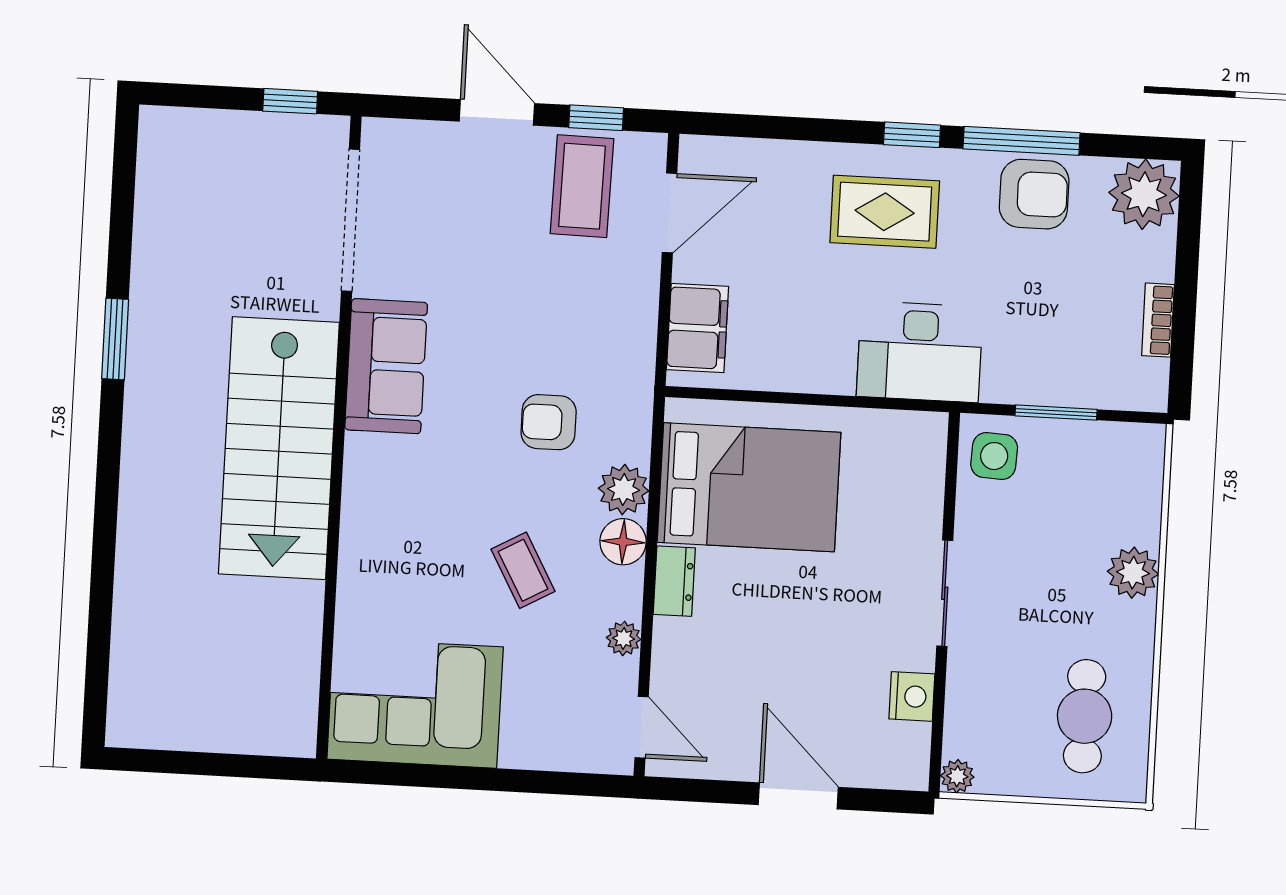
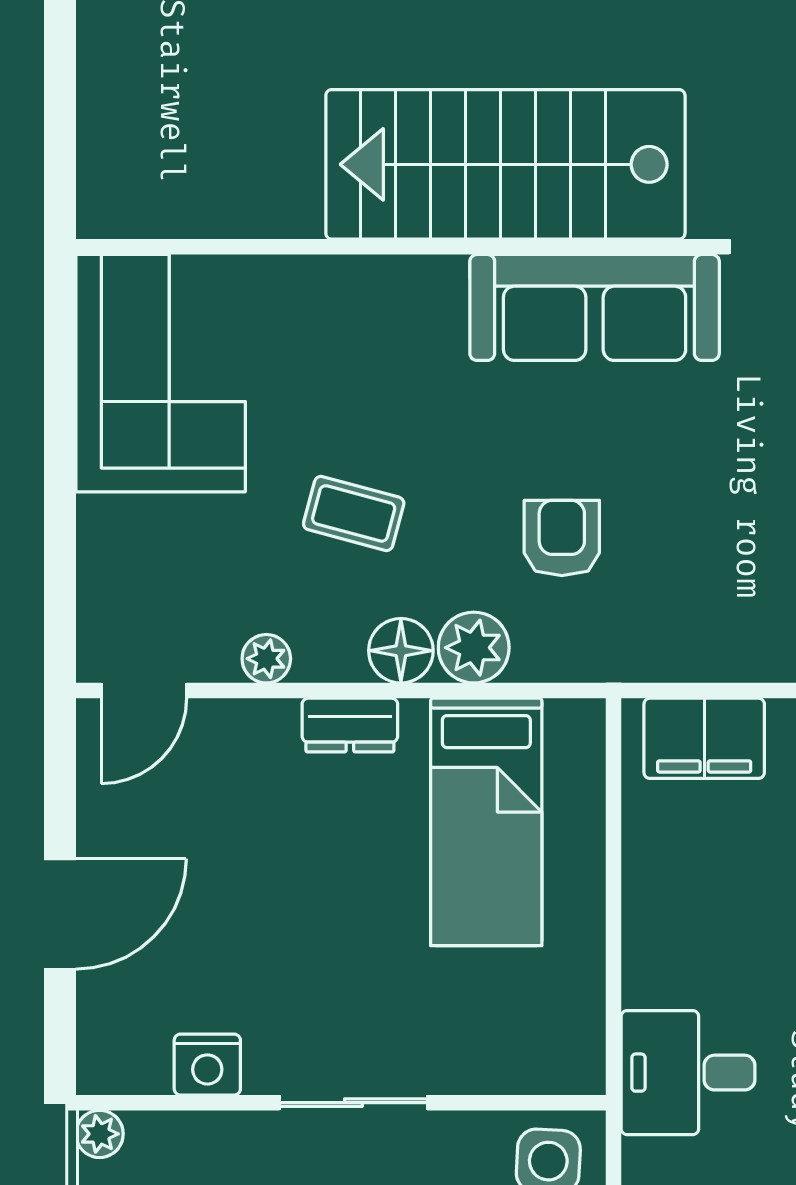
desk: (920, 352) -> (688, 1073), width x0.73
sofa: (386, 366) -> (595, 307), width x1.36
bed: (749, 487) -> (486, 822), width x0.67
coffee table: (523, 570) -> (354, 513), turned 44

